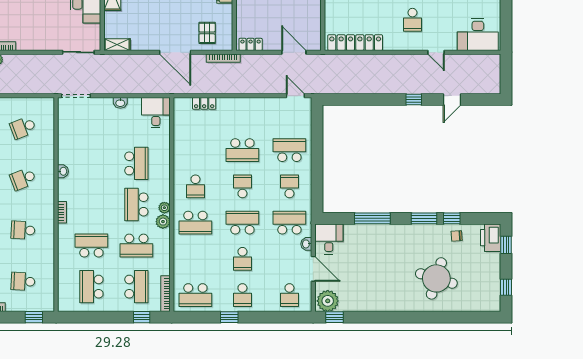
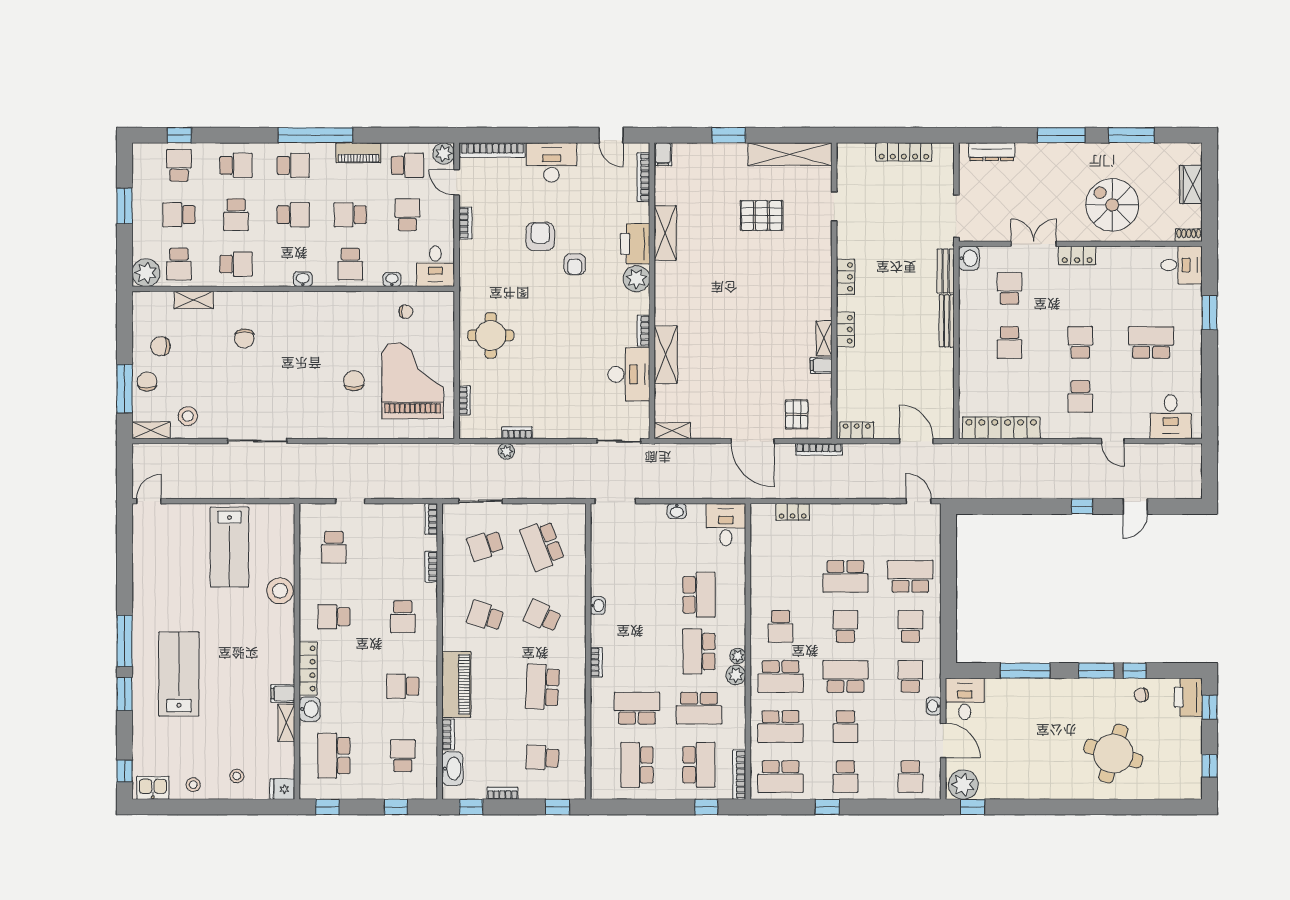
desk: (478, 35) -> (1171, 417), width x0.73
school desk: (23, 128) -> (542, 545), width x1.85
school desk: (23, 179) -> (542, 616), turned 45
school desk: (289, 223) -> (910, 676), width x0.54
school desk: (23, 230) -> (542, 687), width x1.85
school desk: (195, 259) -> (781, 727), added

